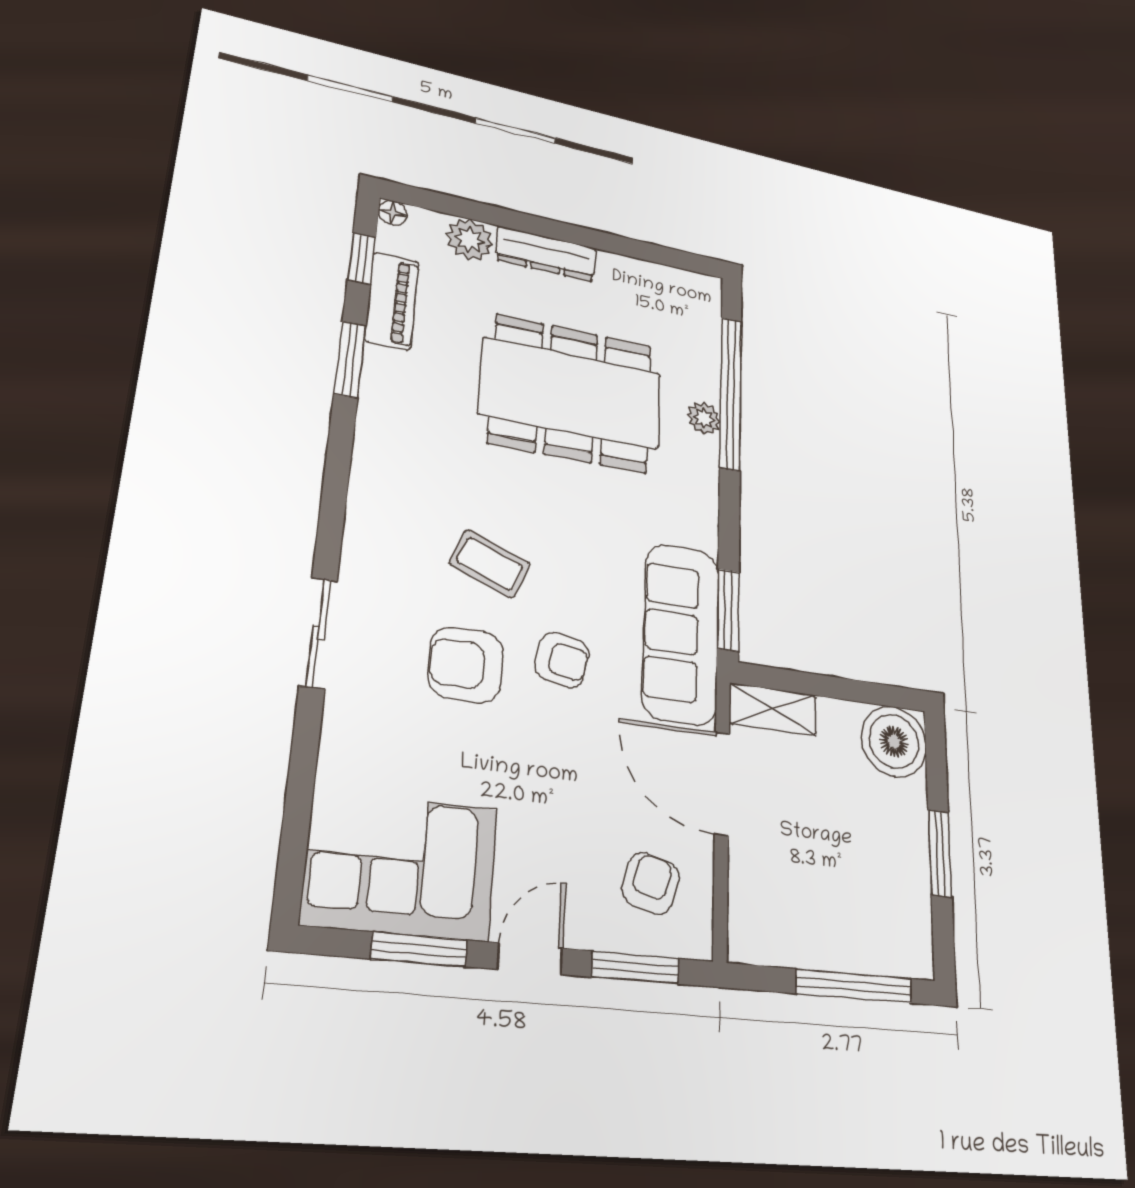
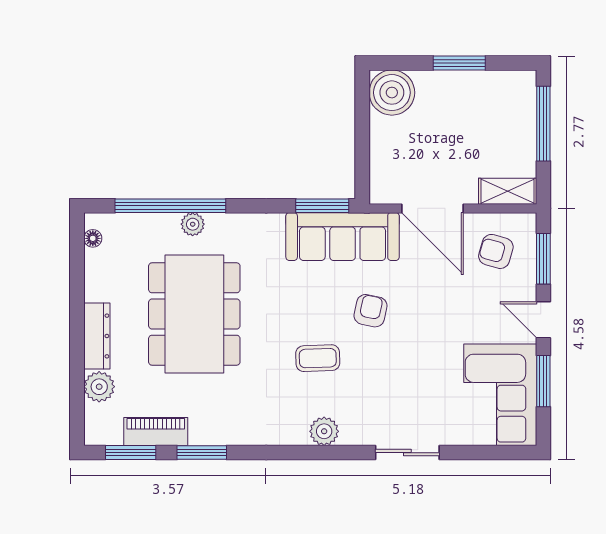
floor lamp: (393, 213) -> (93, 238), moved
window: (362, 259) -> (131, 453), width x1.50
plant: (365, 554) -> (324, 431), added
coffee table: (490, 564) -> (318, 358), turned 67
sliding door: (318, 633) -> (407, 453), moved
armchair: (466, 665) -> (382, 368), removed
shelving: (773, 709) -> (508, 191), moved, turned 90
door: (722, 783) -> (433, 208), hinge flipped

